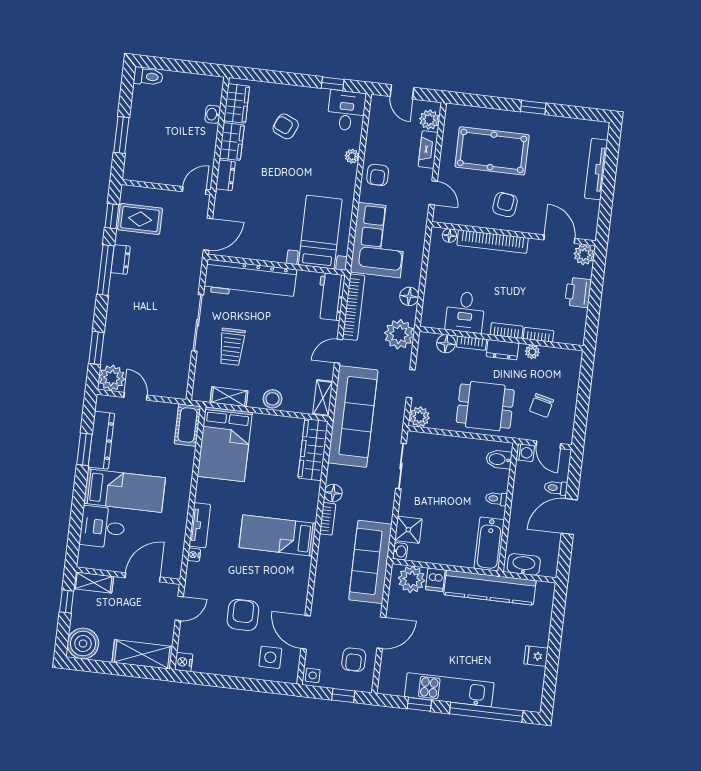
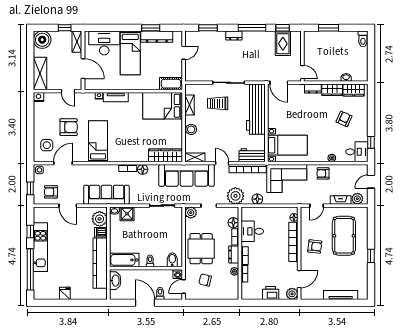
dresser: (121, 259) -> (234, 36), moved
plant: (112, 378) -> (192, 38), removed
desk: (103, 527) -> (104, 43), width x1.37
bed: (278, 535) -> (98, 141), moved

